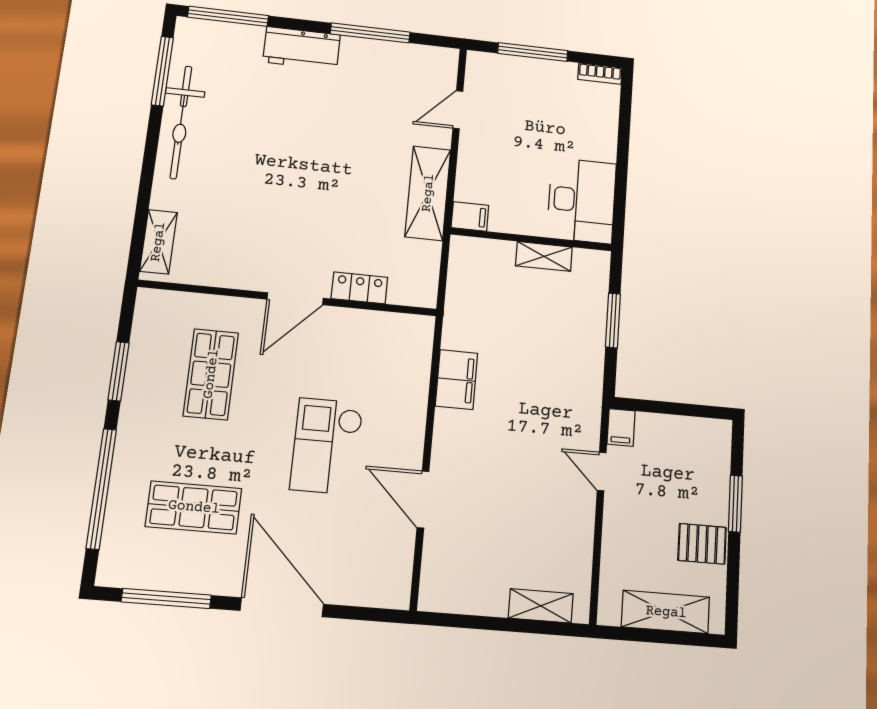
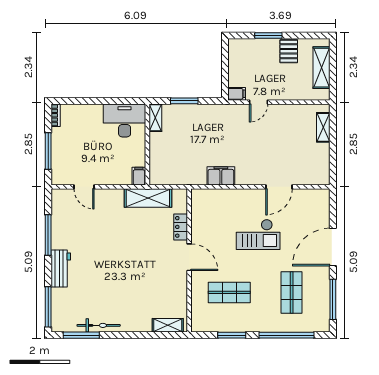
bicycle: (181, 122) -> (99, 325), width x0.73, depth x0.71
shelving: (428, 193) -> (148, 198), moved
shelving: (544, 256) -> (155, 118), moved

